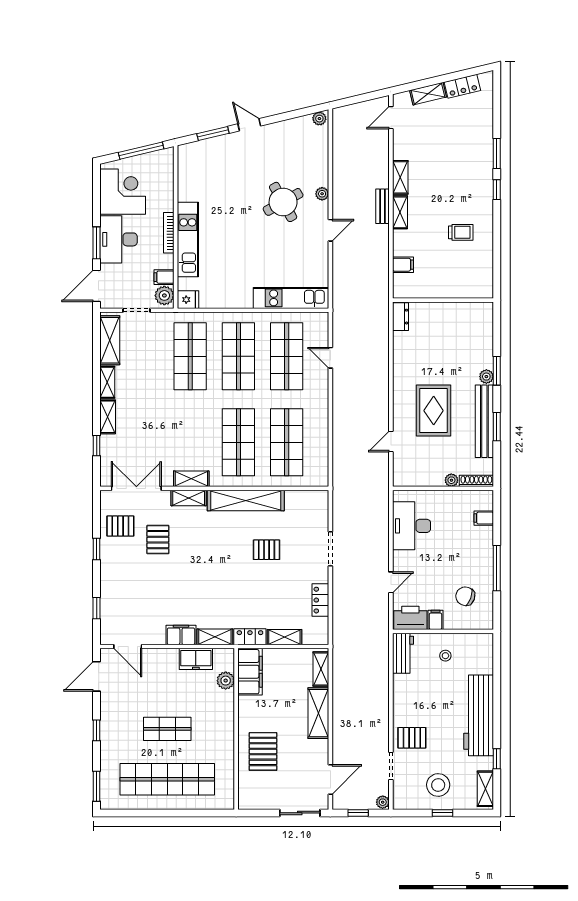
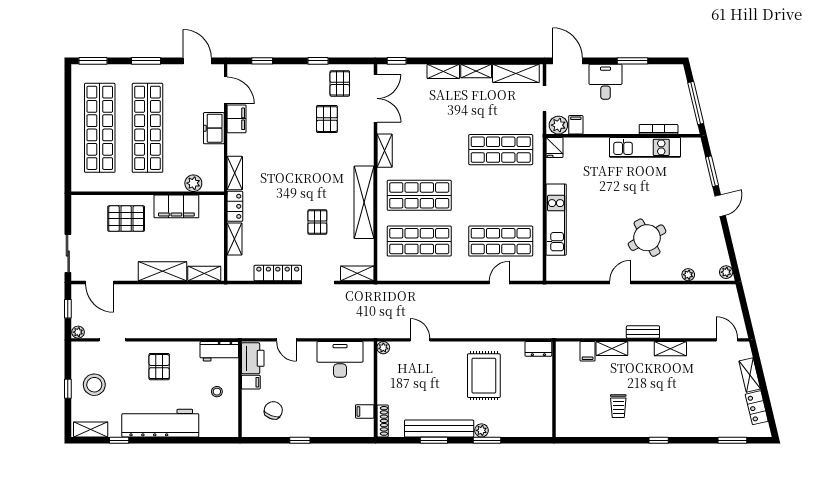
window: (497, 153) -> (732, 440), moved
corner desk: (123, 192) -> (657, 86), removed
plant: (322, 194) -> (688, 275), moved
shelving: (400, 212) -> (612, 349), moved
door: (330, 230) -> (620, 282), swing flipped
bookcase: (169, 233) -> (659, 129), moved
desk: (119, 239) -> (605, 82), width x0.73
kitchen unit: (188, 240) -> (645, 147), moved
window: (97, 243) -> (632, 61), moved
kitchen unit: (291, 298) -> (556, 220), moved
shop shelf: (238, 356) -> (501, 195), removed
rug: (434, 411) -> (484, 376), moved, turned 90
window: (97, 446) -> (397, 61), moved
plant: (451, 480) -> (383, 348), moved
shelving: (189, 498) -> (357, 273), moved, turned 90
filing cabinet: (484, 518) -> (365, 411), moved, turned -90
pallet: (158, 540) -> (327, 119), turned 90
window: (497, 568) -> (300, 440), width x0.46
locker: (320, 600) -> (278, 273), width x1.53
filing cabinet: (181, 635) -> (237, 119), moved
door: (128, 646) -> (226, 90), swing flipped
freezer: (196, 659) -> (214, 128), moved
filing cabinet: (250, 672) -> (176, 206), moved
shop shelf: (167, 729) -> (148, 128), width x2.00, depth x1.36
window: (97, 730) -> (146, 61), width x1.50
pallet: (412, 738) -> (159, 367), moved

